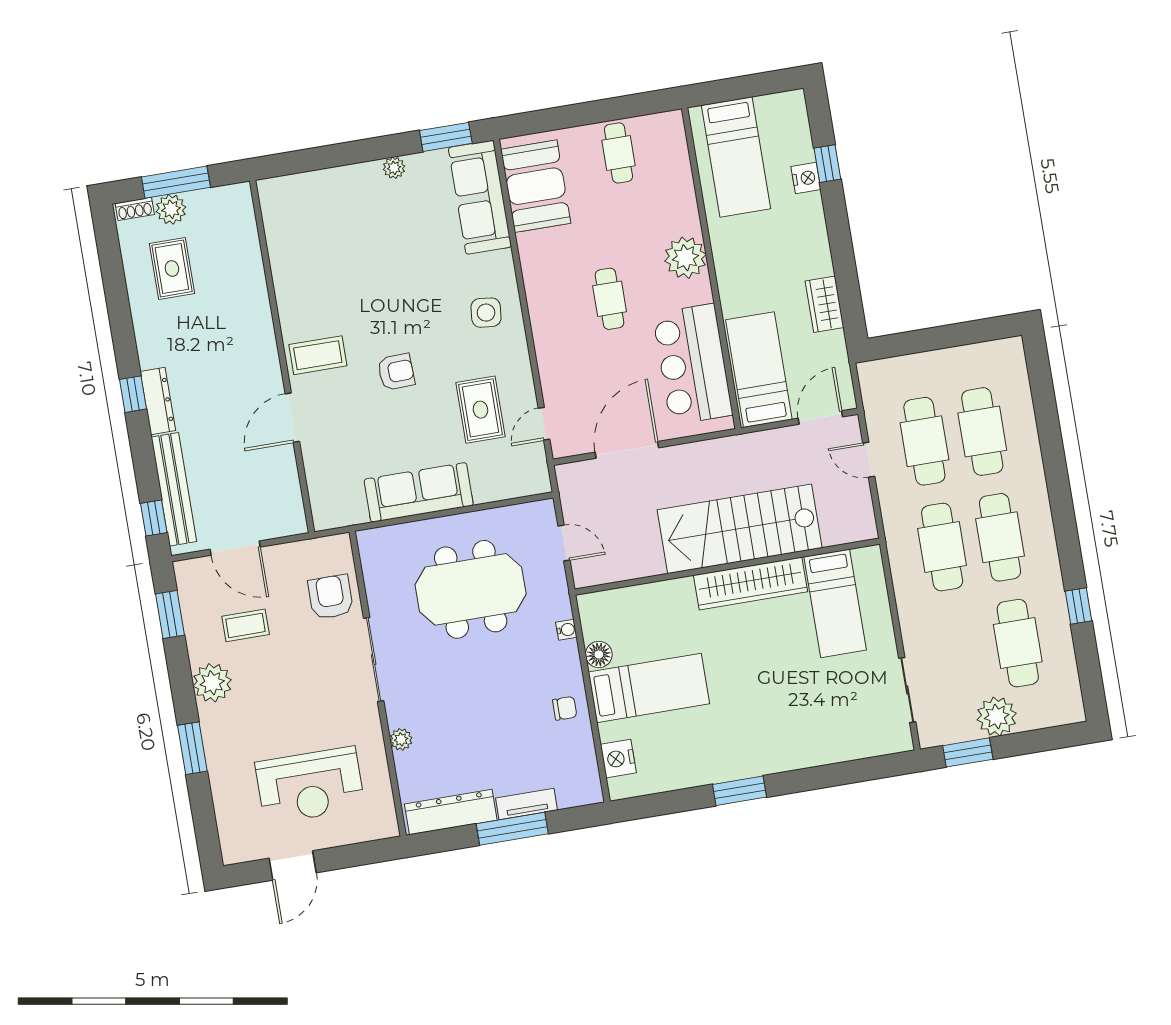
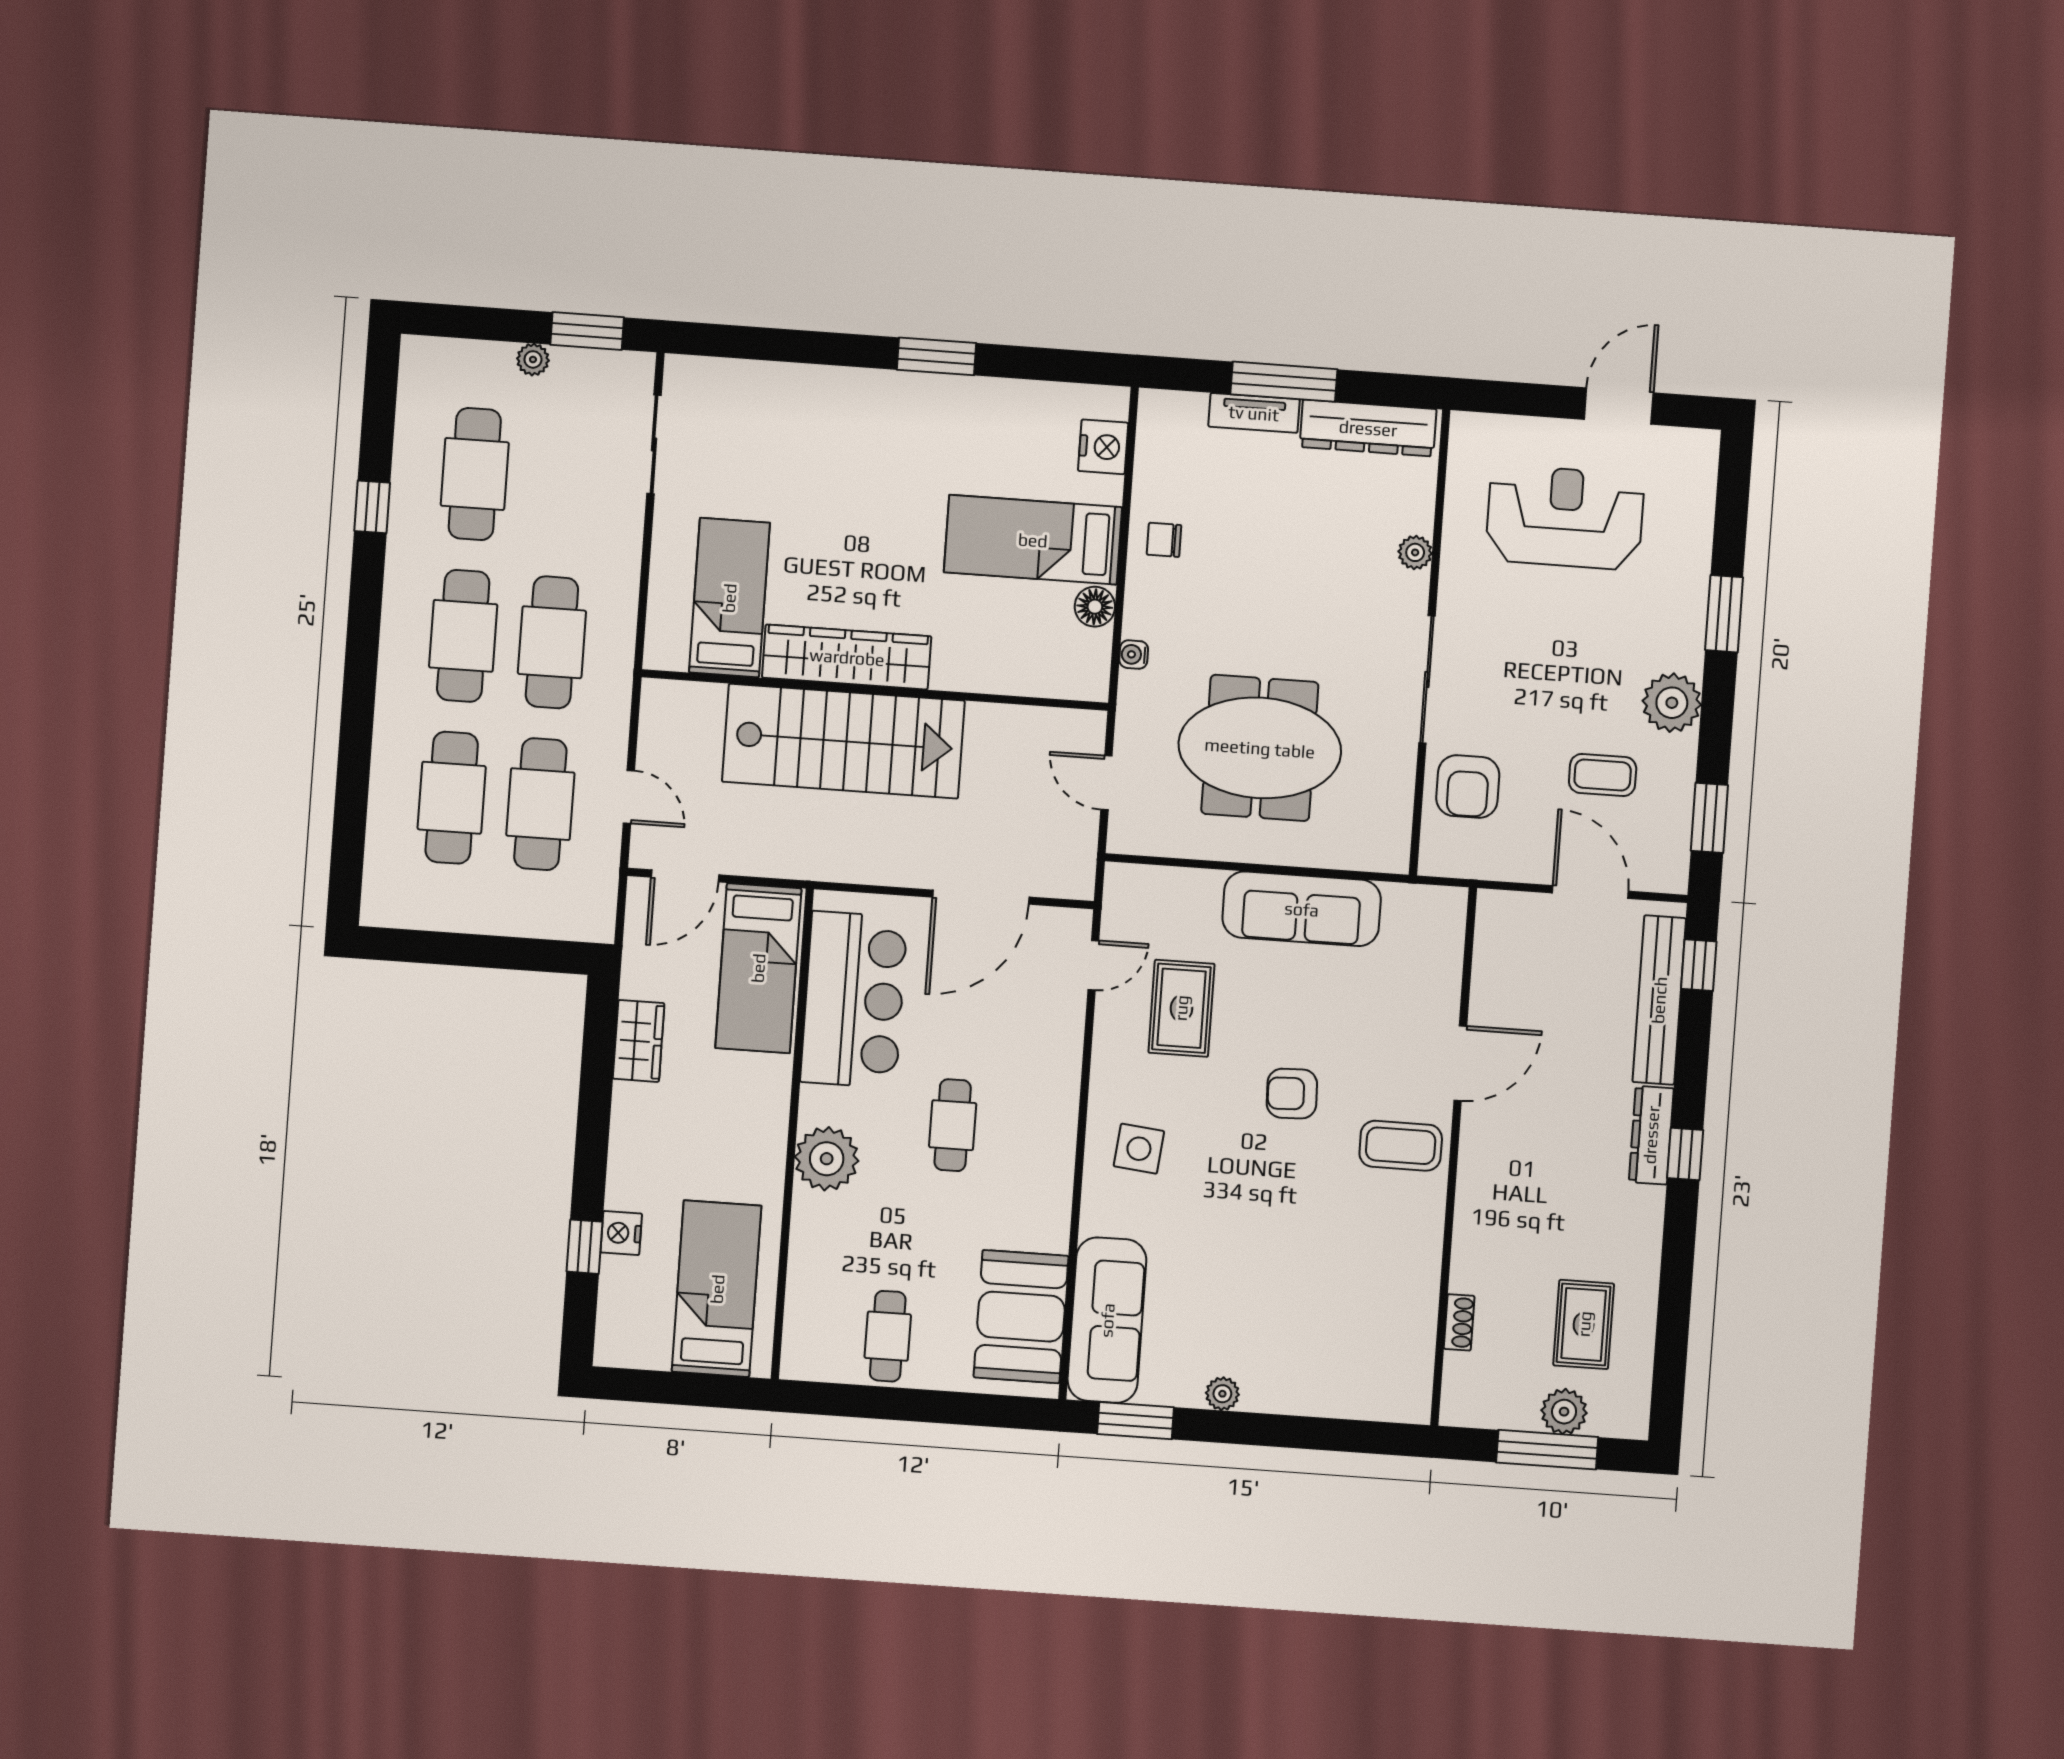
shoe rack: (135, 209) -> (1459, 1322), moved, turned 90
plant: (997, 717) -> (533, 359), width x0.53, depth x0.53

